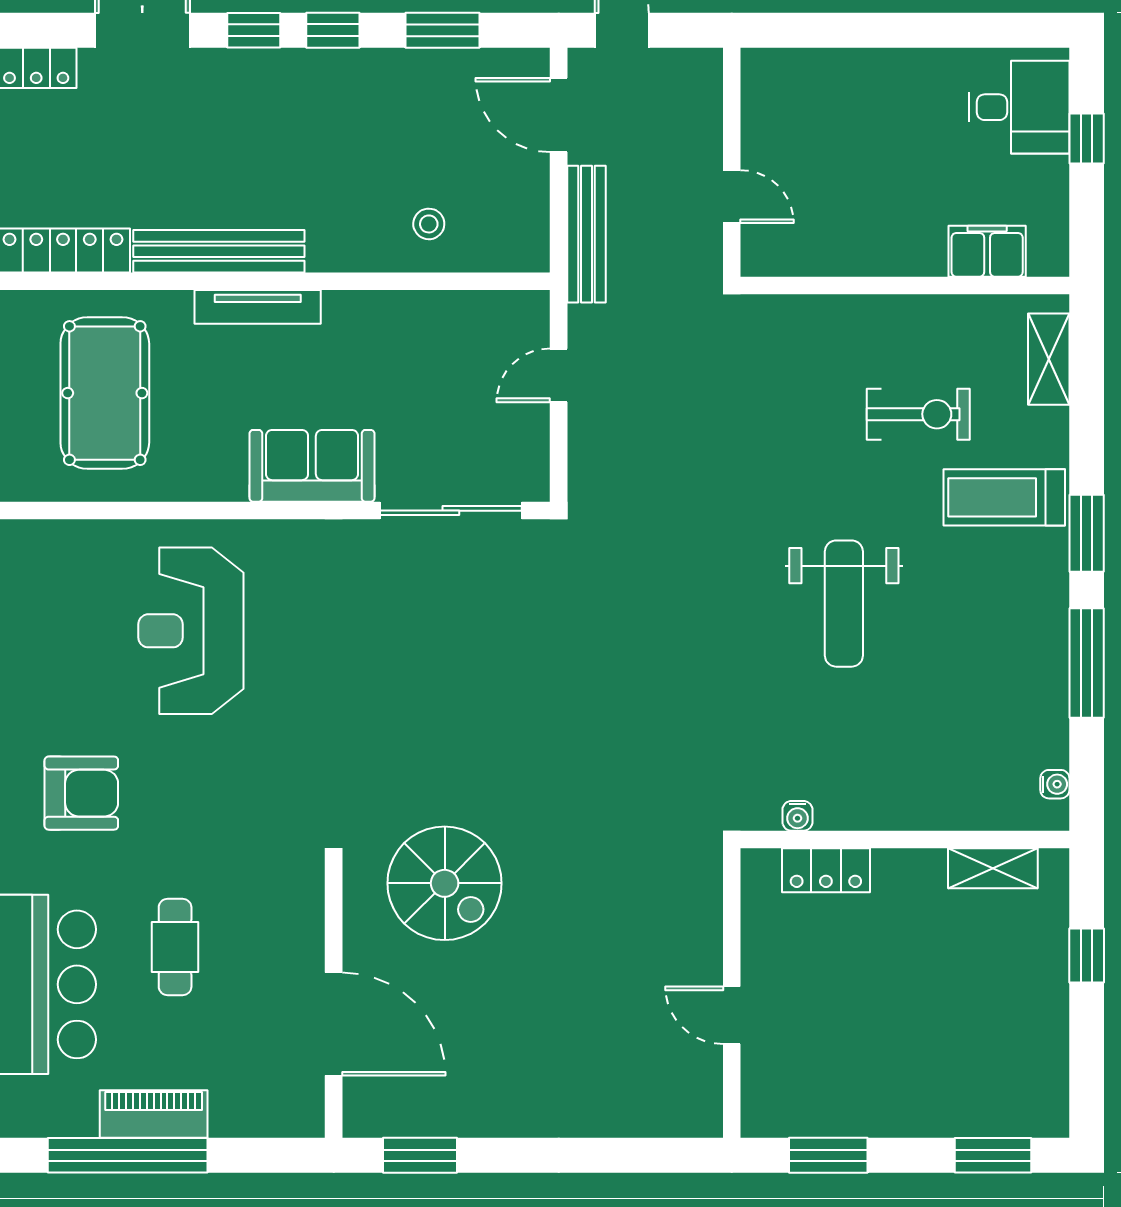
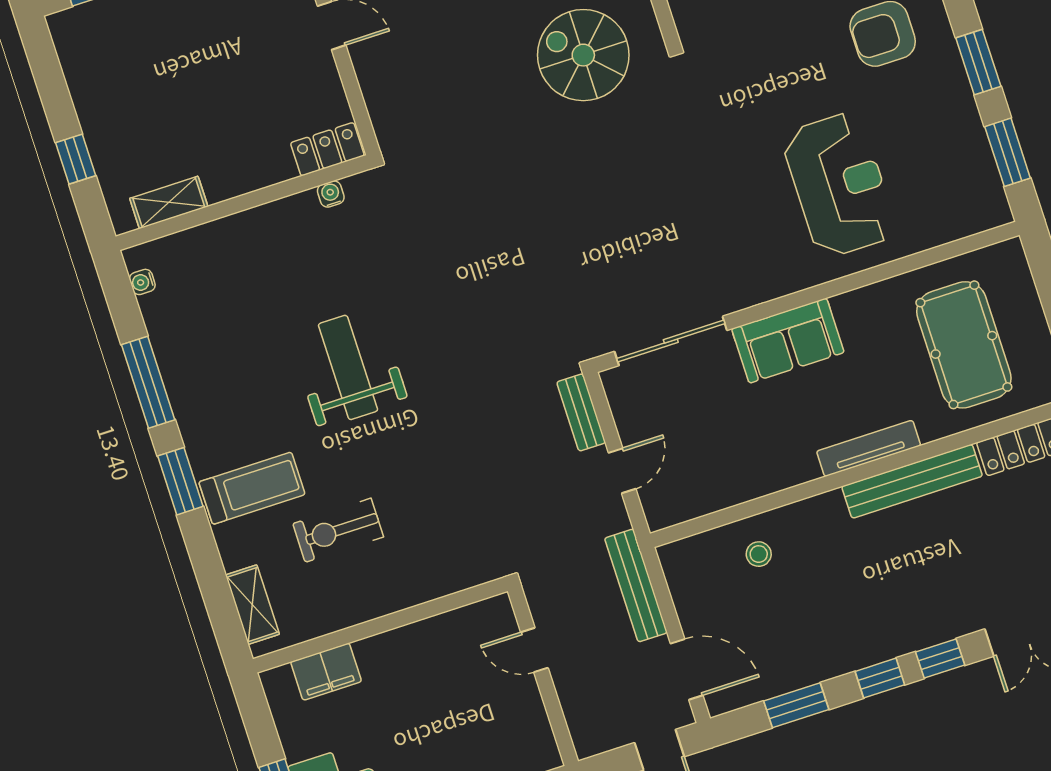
bench: (585, 460) -> (581, 412), added
locker: (826, 870) -> (327, 149), moved

